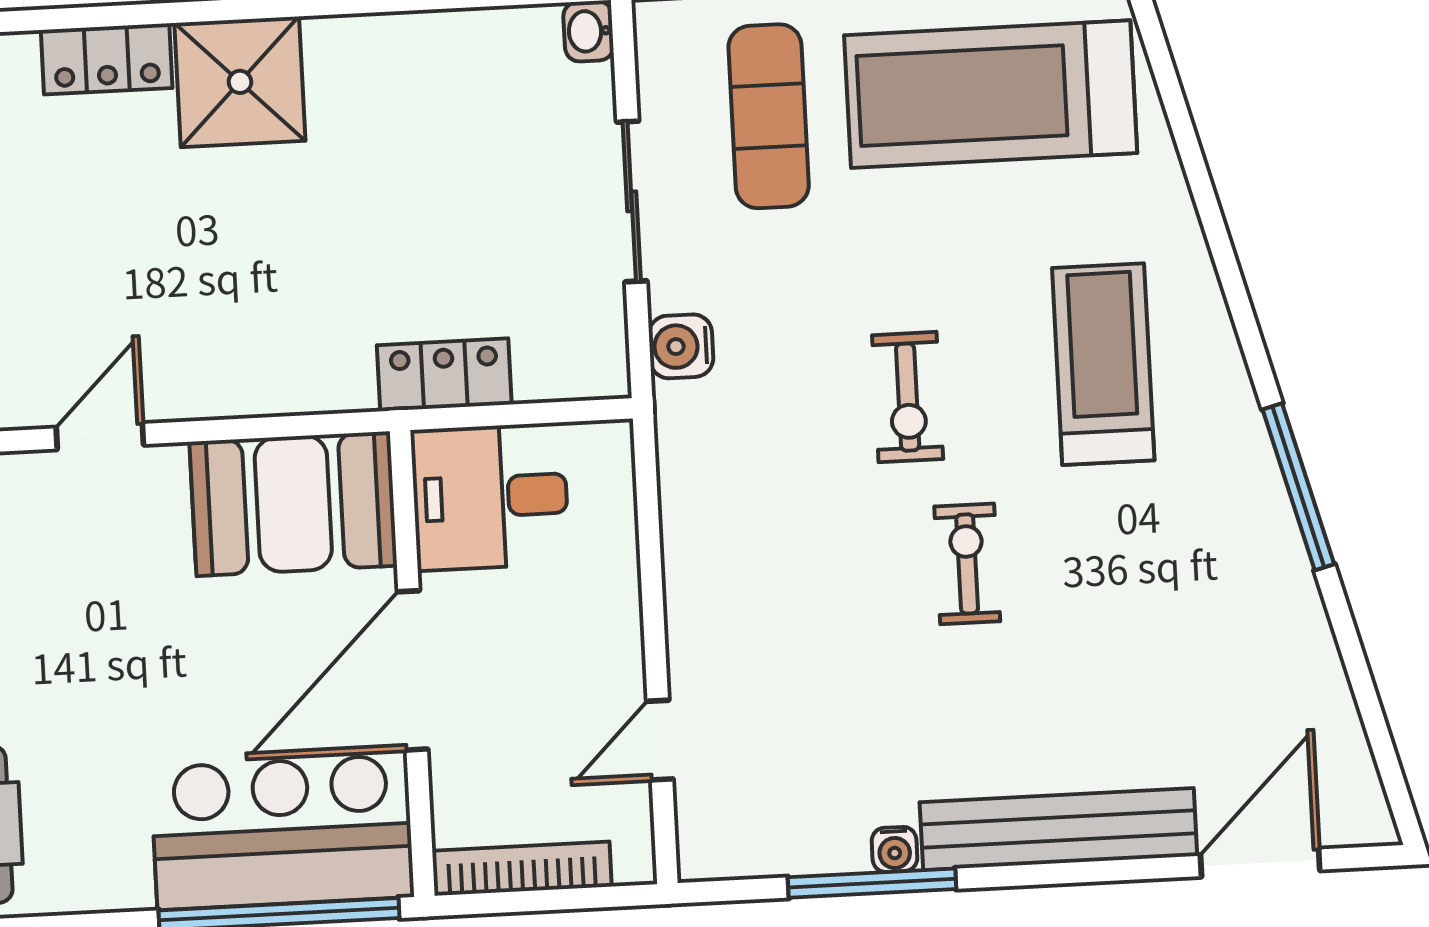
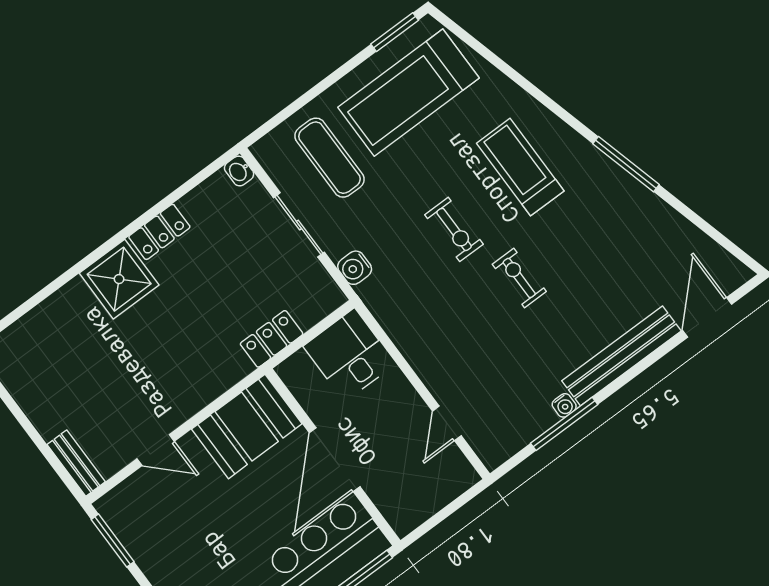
locker: (107, 59) -> (159, 232), moved
door: (100, 436) -> (156, 450), swing flipped
desk: (490, 497) -> (350, 355), moved, turned 90
bookcase: (522, 869) -> (427, 507), removed

